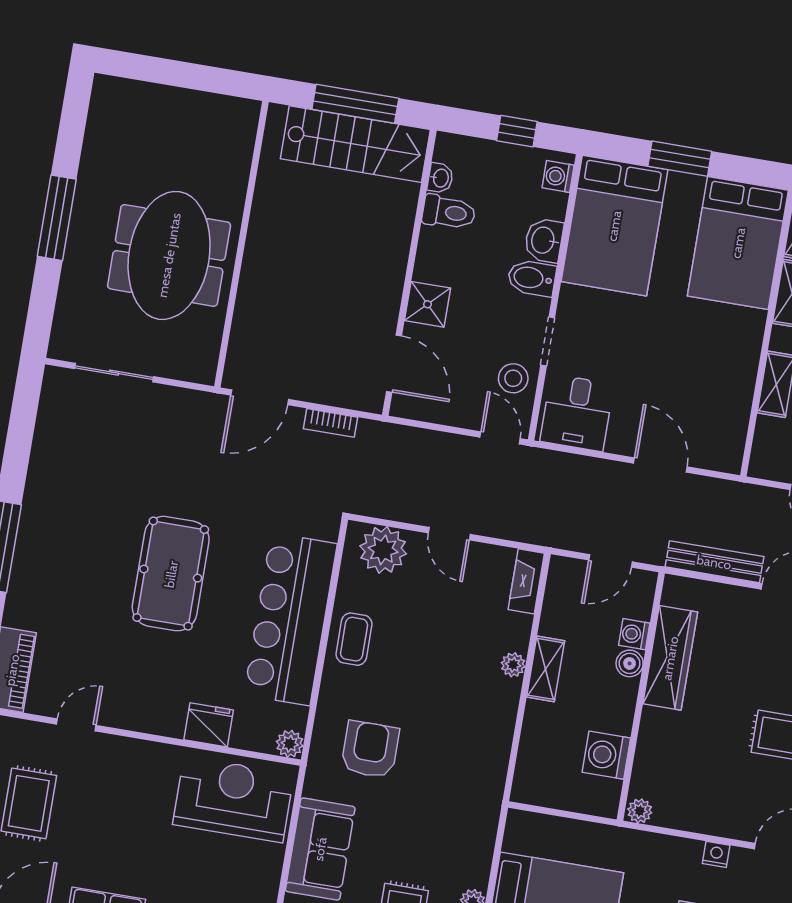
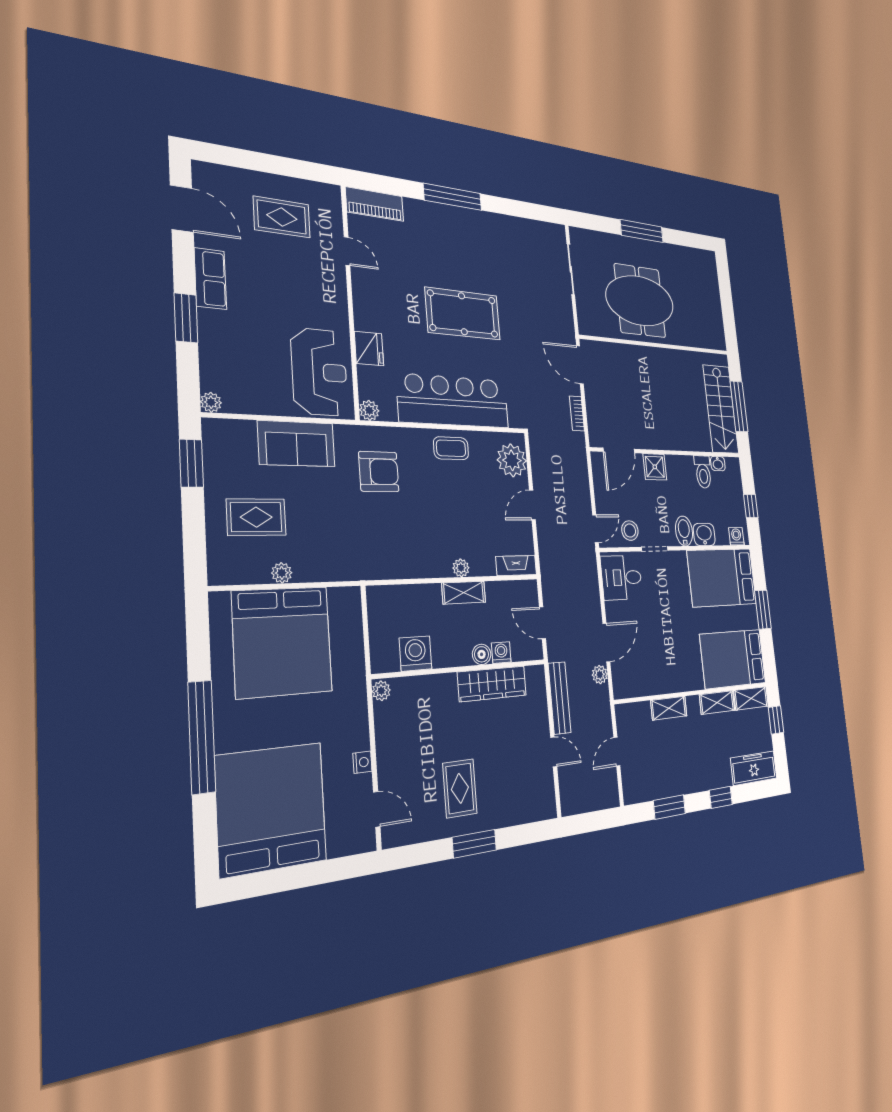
plant: (701, 488) -> (600, 675), added

